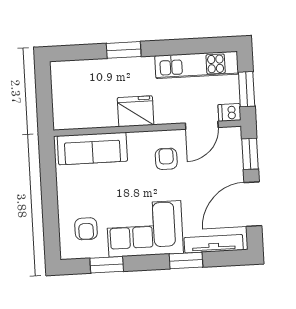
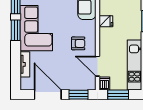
fridge: (136, 111) -> (106, 21), width x0.53, depth x0.75
tv unit: (214, 244) -> (25, 64), width x0.71
window: (186, 260) -> (16, 30), moved

